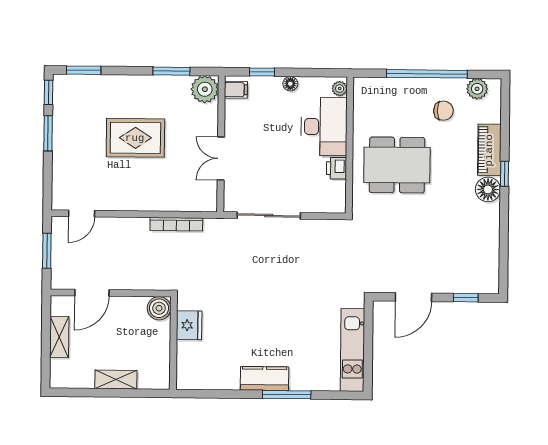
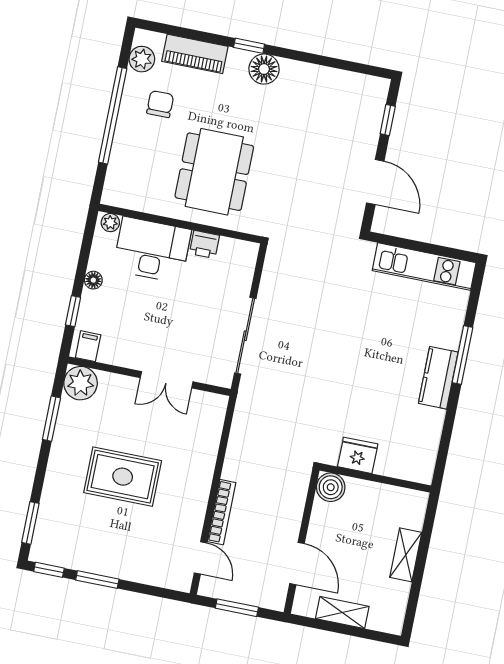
rug: (135, 138) -> (123, 477), turned 90
piano: (489, 150) -> (195, 54), moved
bookcase: (176, 224) -> (222, 512), moved

